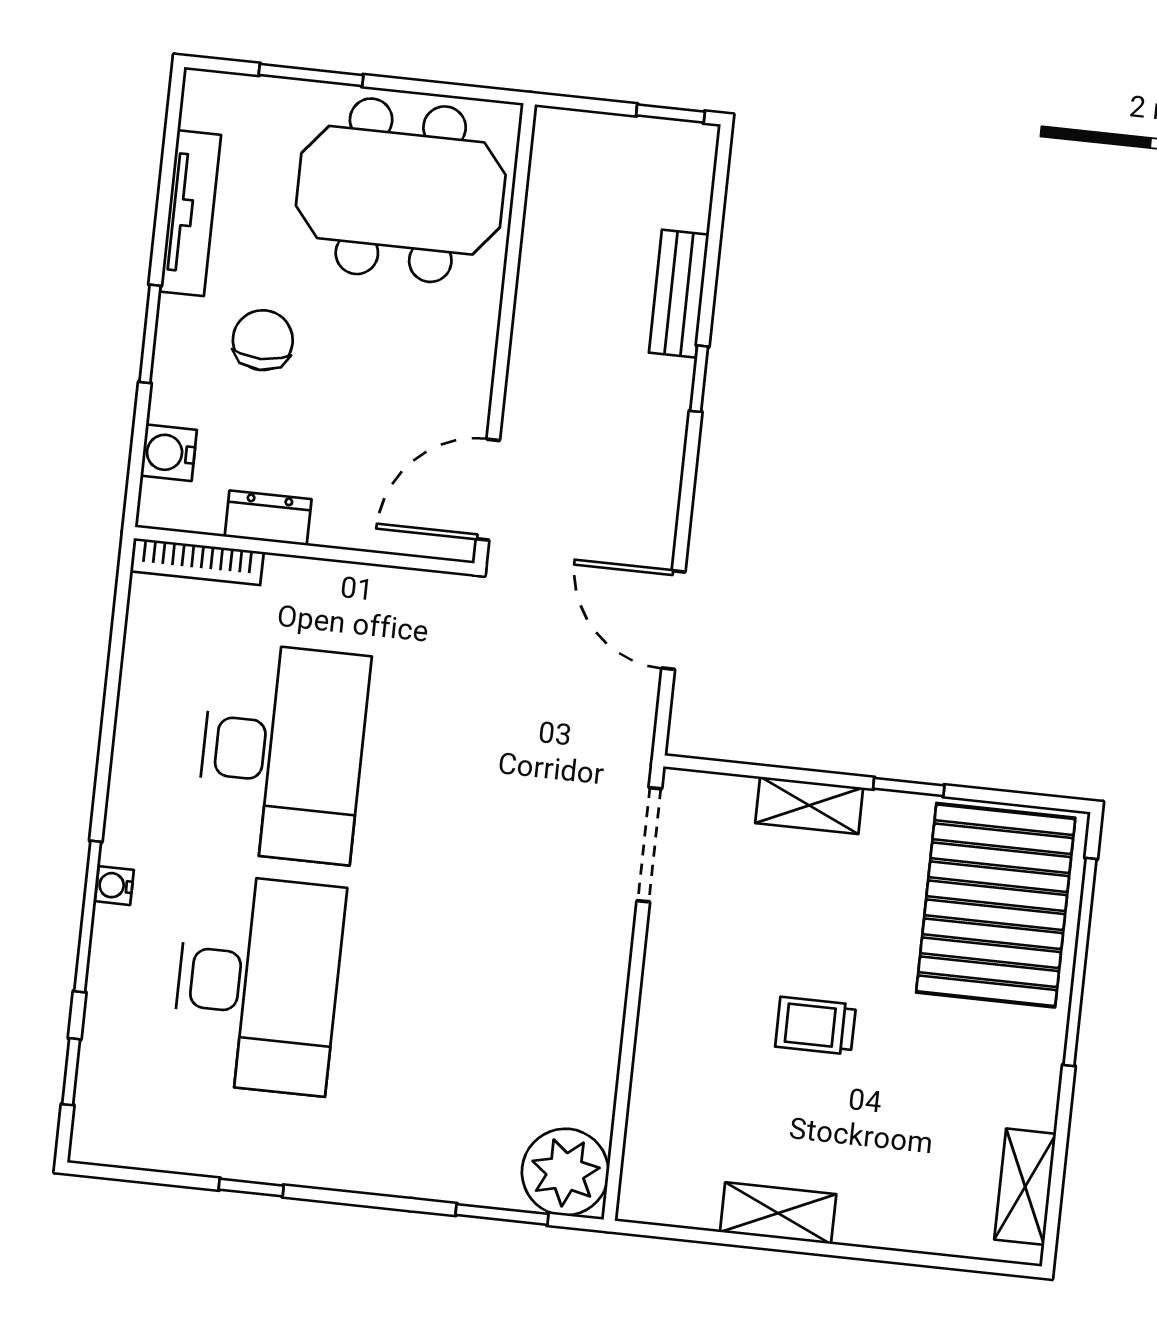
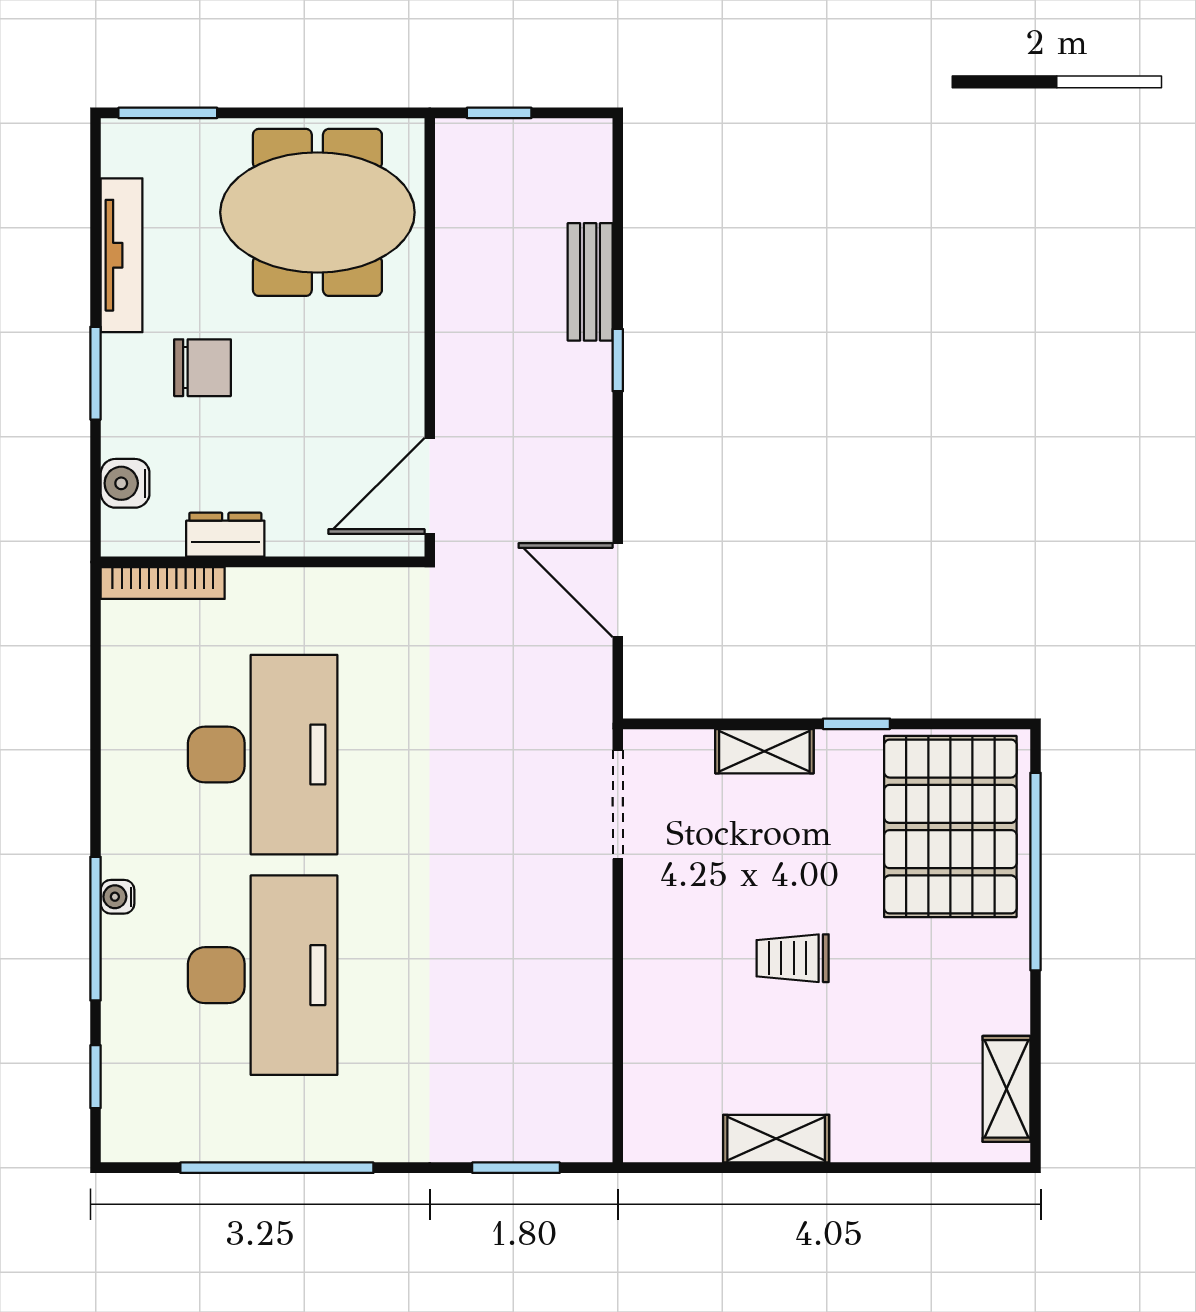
window: (311, 75) -> (168, 113), moved
window: (670, 113) -> (499, 113), moved
chair: (263, 340) -> (202, 368), turned 90
plant: (565, 1172) -> (571, 1121), removed
window: (251, 1188) -> (277, 1168), width x3.17

